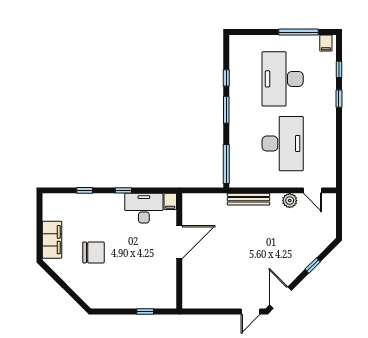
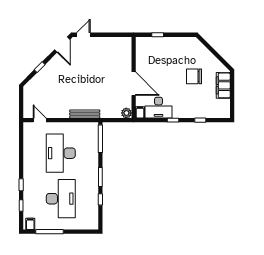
plant: (290, 201) -> (126, 113), moved
door: (179, 242) -> (134, 84), swing flipped

